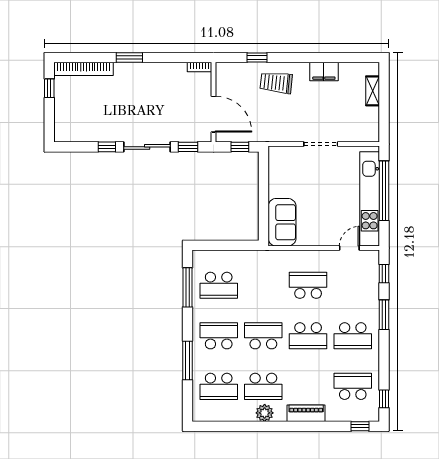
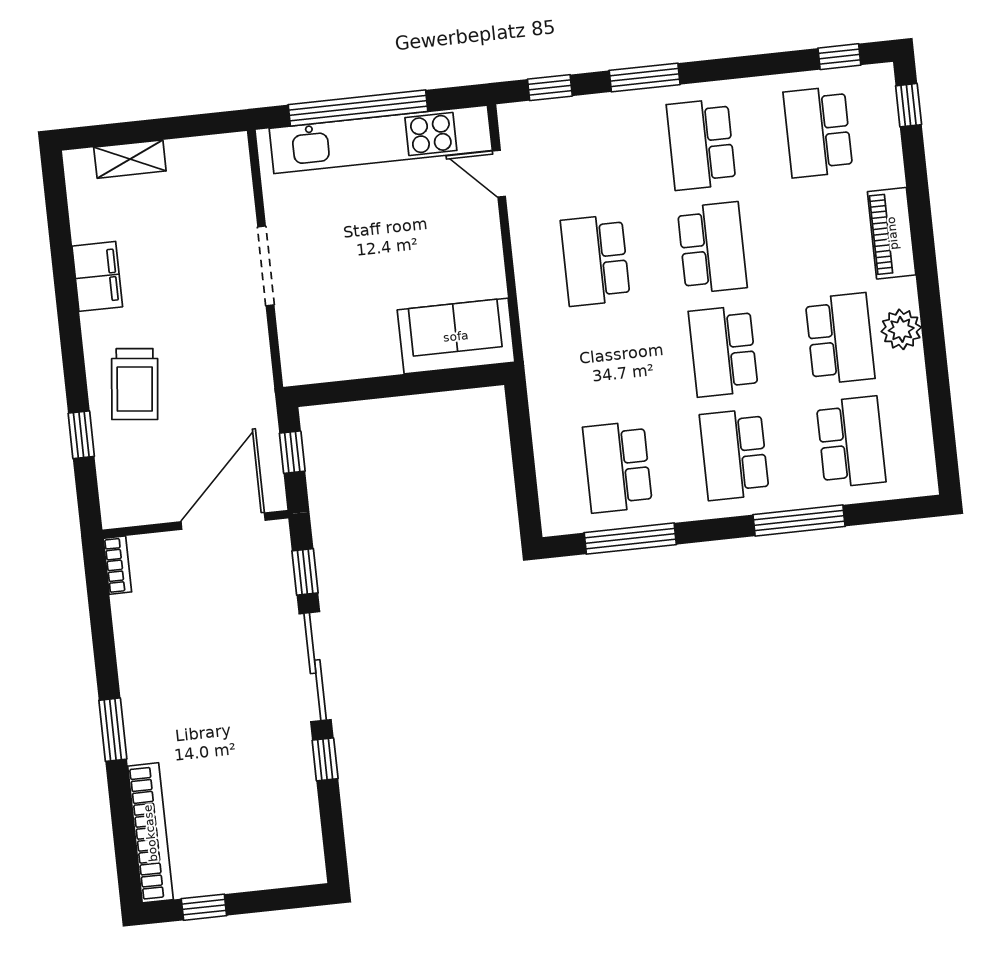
school desk: (219, 285) -> (617, 467), turned 180
school desk: (353, 336) -> (701, 144), turned 180

